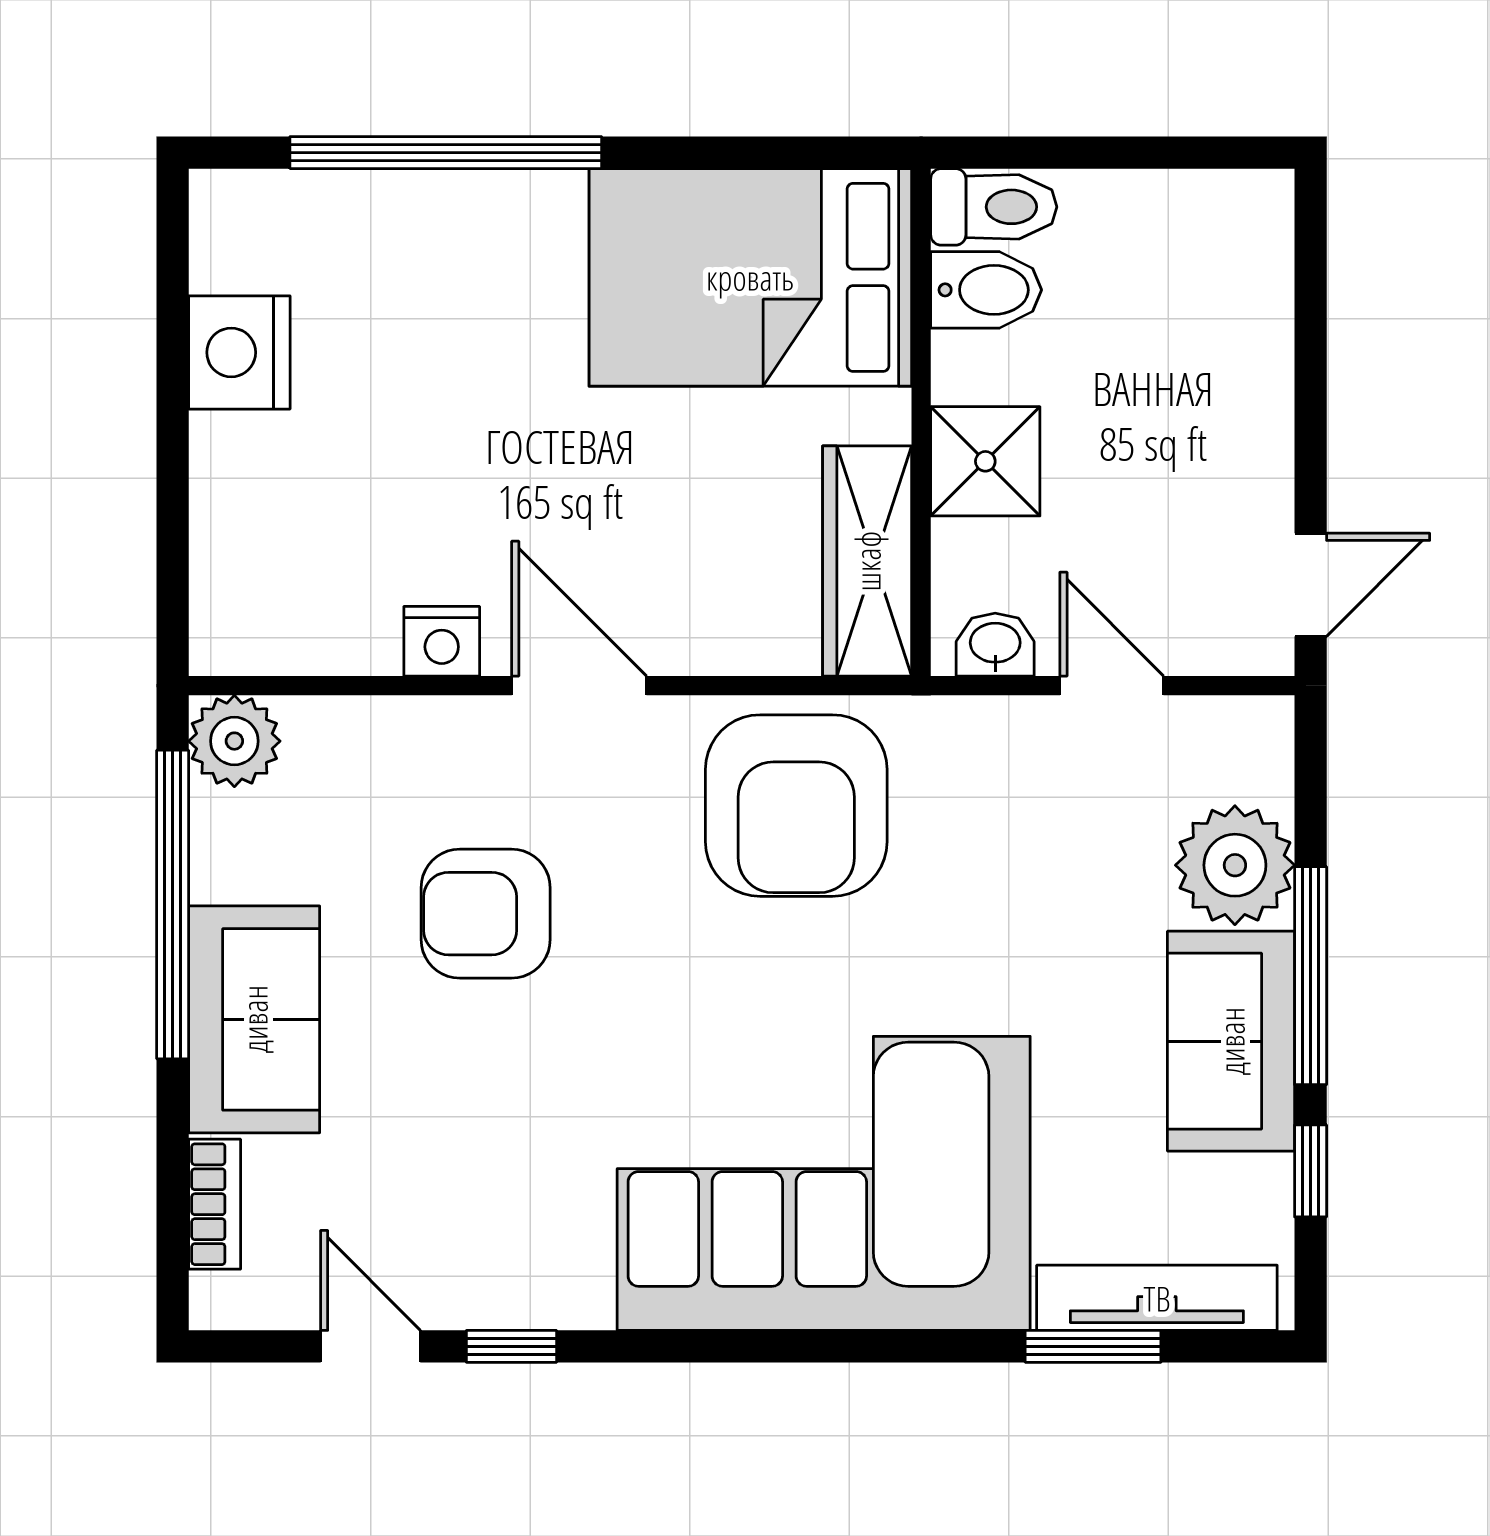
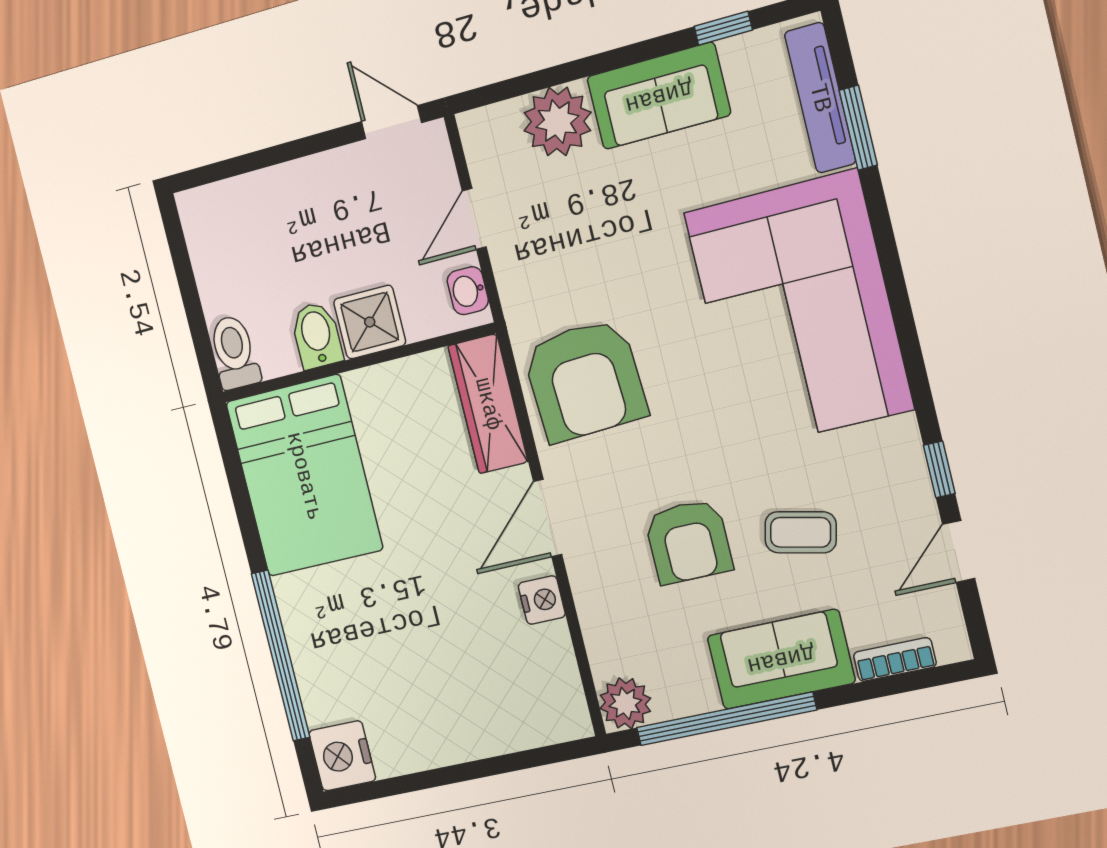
bidet: (986, 290) -> (317, 335), moved
nightstand: (239, 352) -> (342, 756), moved, turned 90
wardrobe: (867, 561) -> (488, 404), moved, turned 90
armchair: (796, 806) -> (585, 380), turned 87
window: (1311, 976) -> (610, 60), removed
coffee table: (459, 1101) -> (801, 532), added

